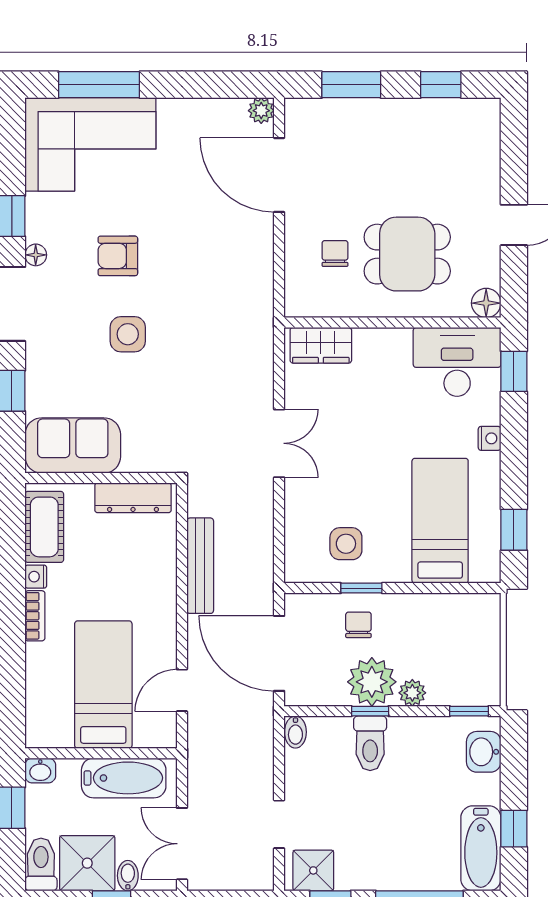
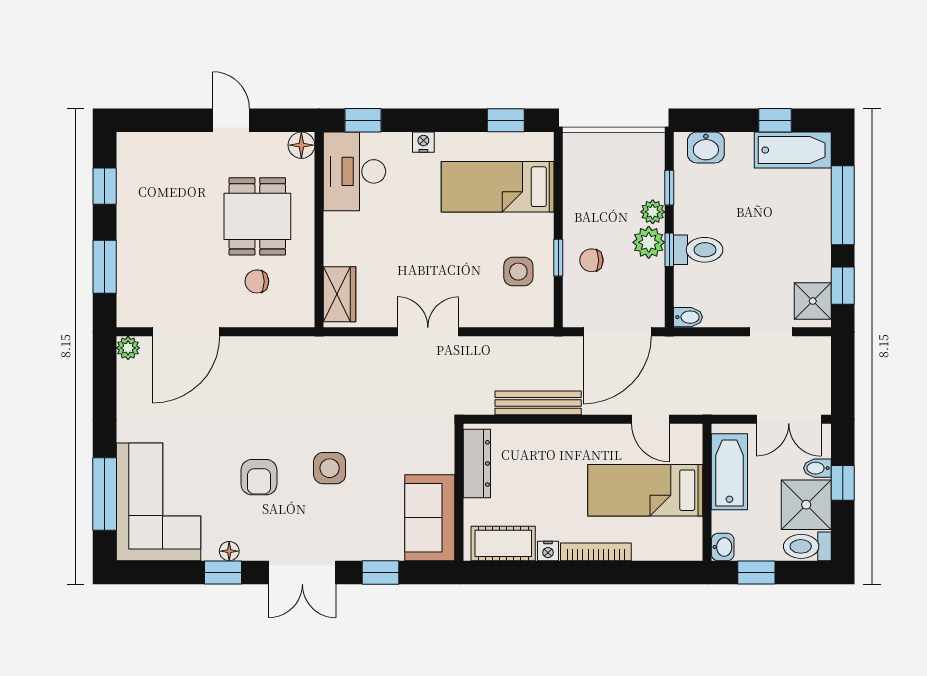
floor lamp: (36, 255) -> (229, 551), moved
bookcase: (35, 616) -> (596, 552), width x1.56
plant: (372, 682) -> (649, 242), width x0.73, depth x0.73
window: (469, 711) -> (669, 188), moved

